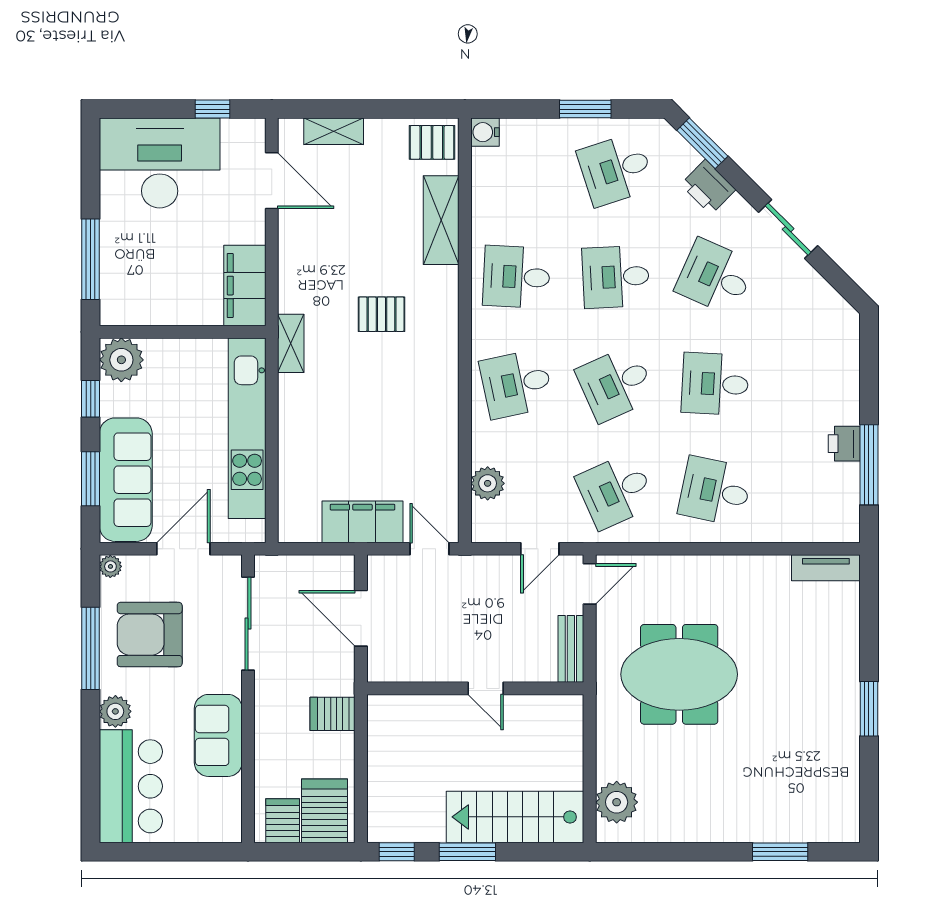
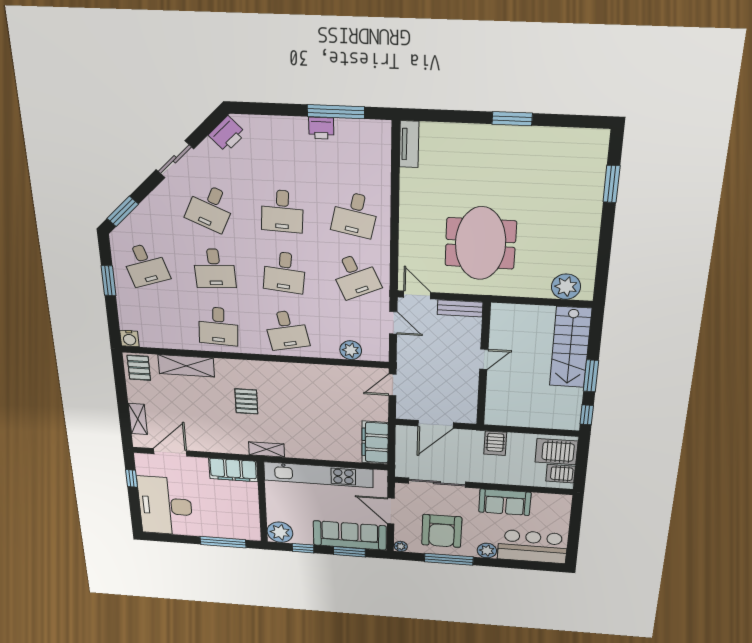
printer: (708, 187) -> (227, 134), moved
desk: (616, 384) -> (284, 272), turned 30
filing cabinet: (362, 522) -> (375, 443), moved

